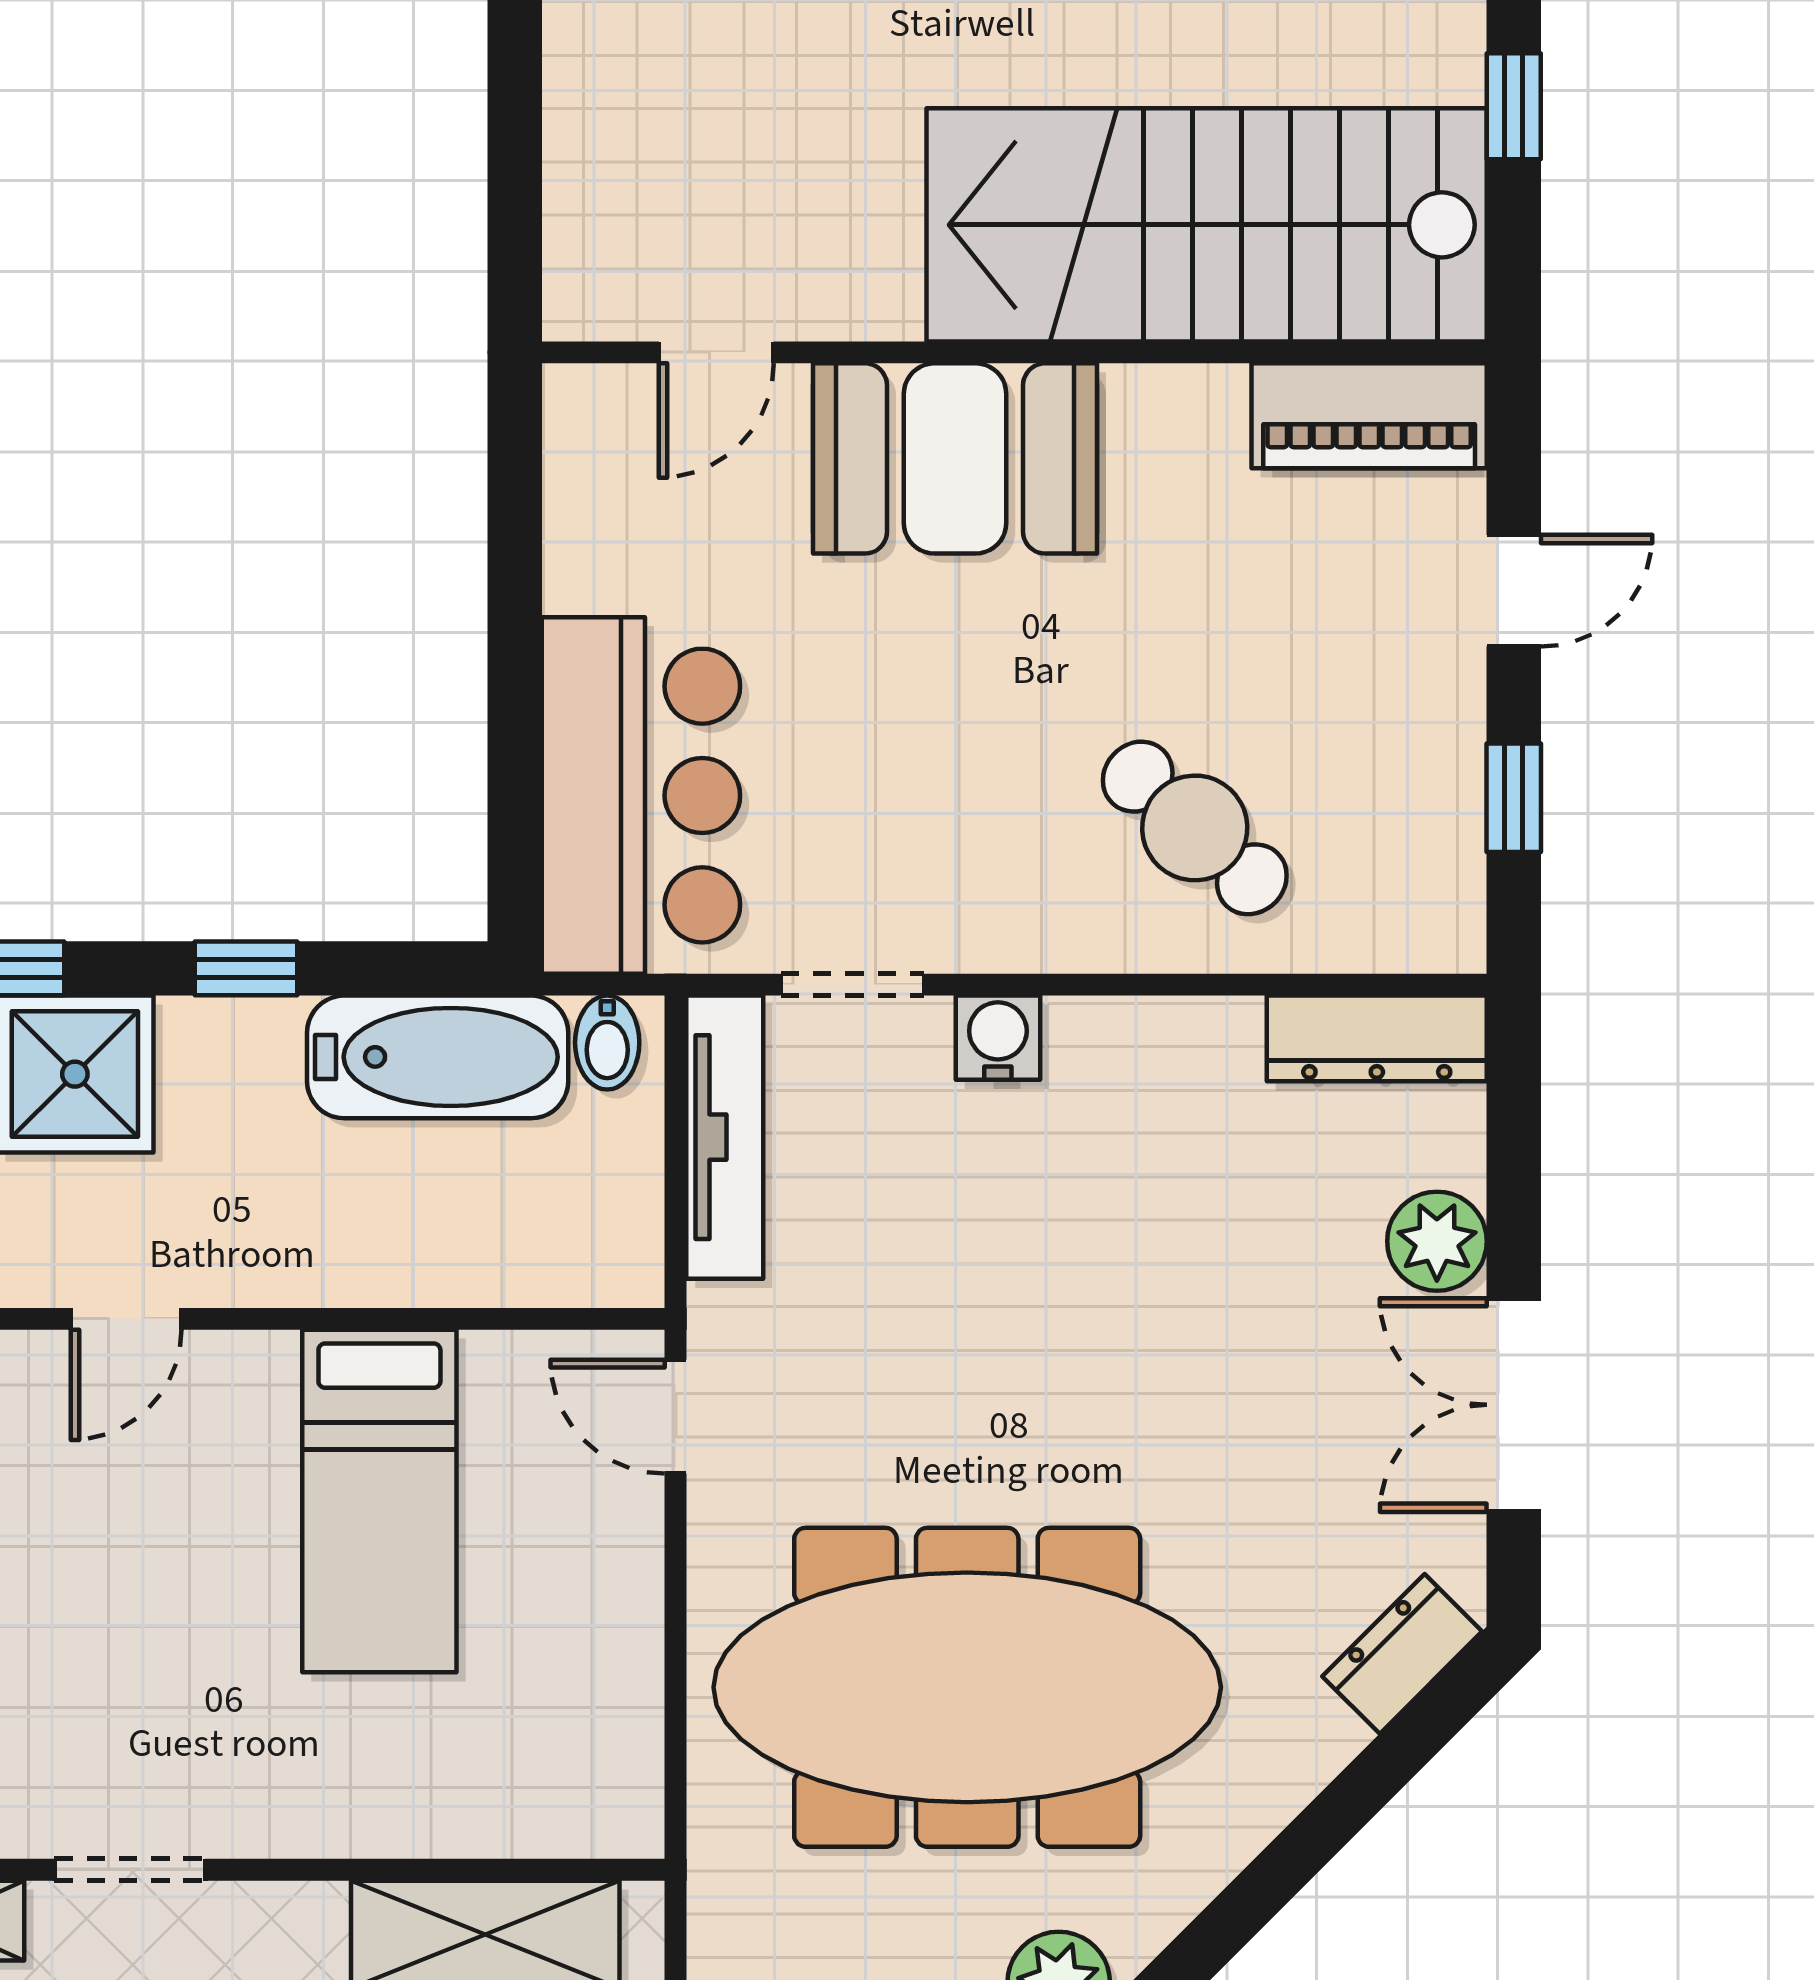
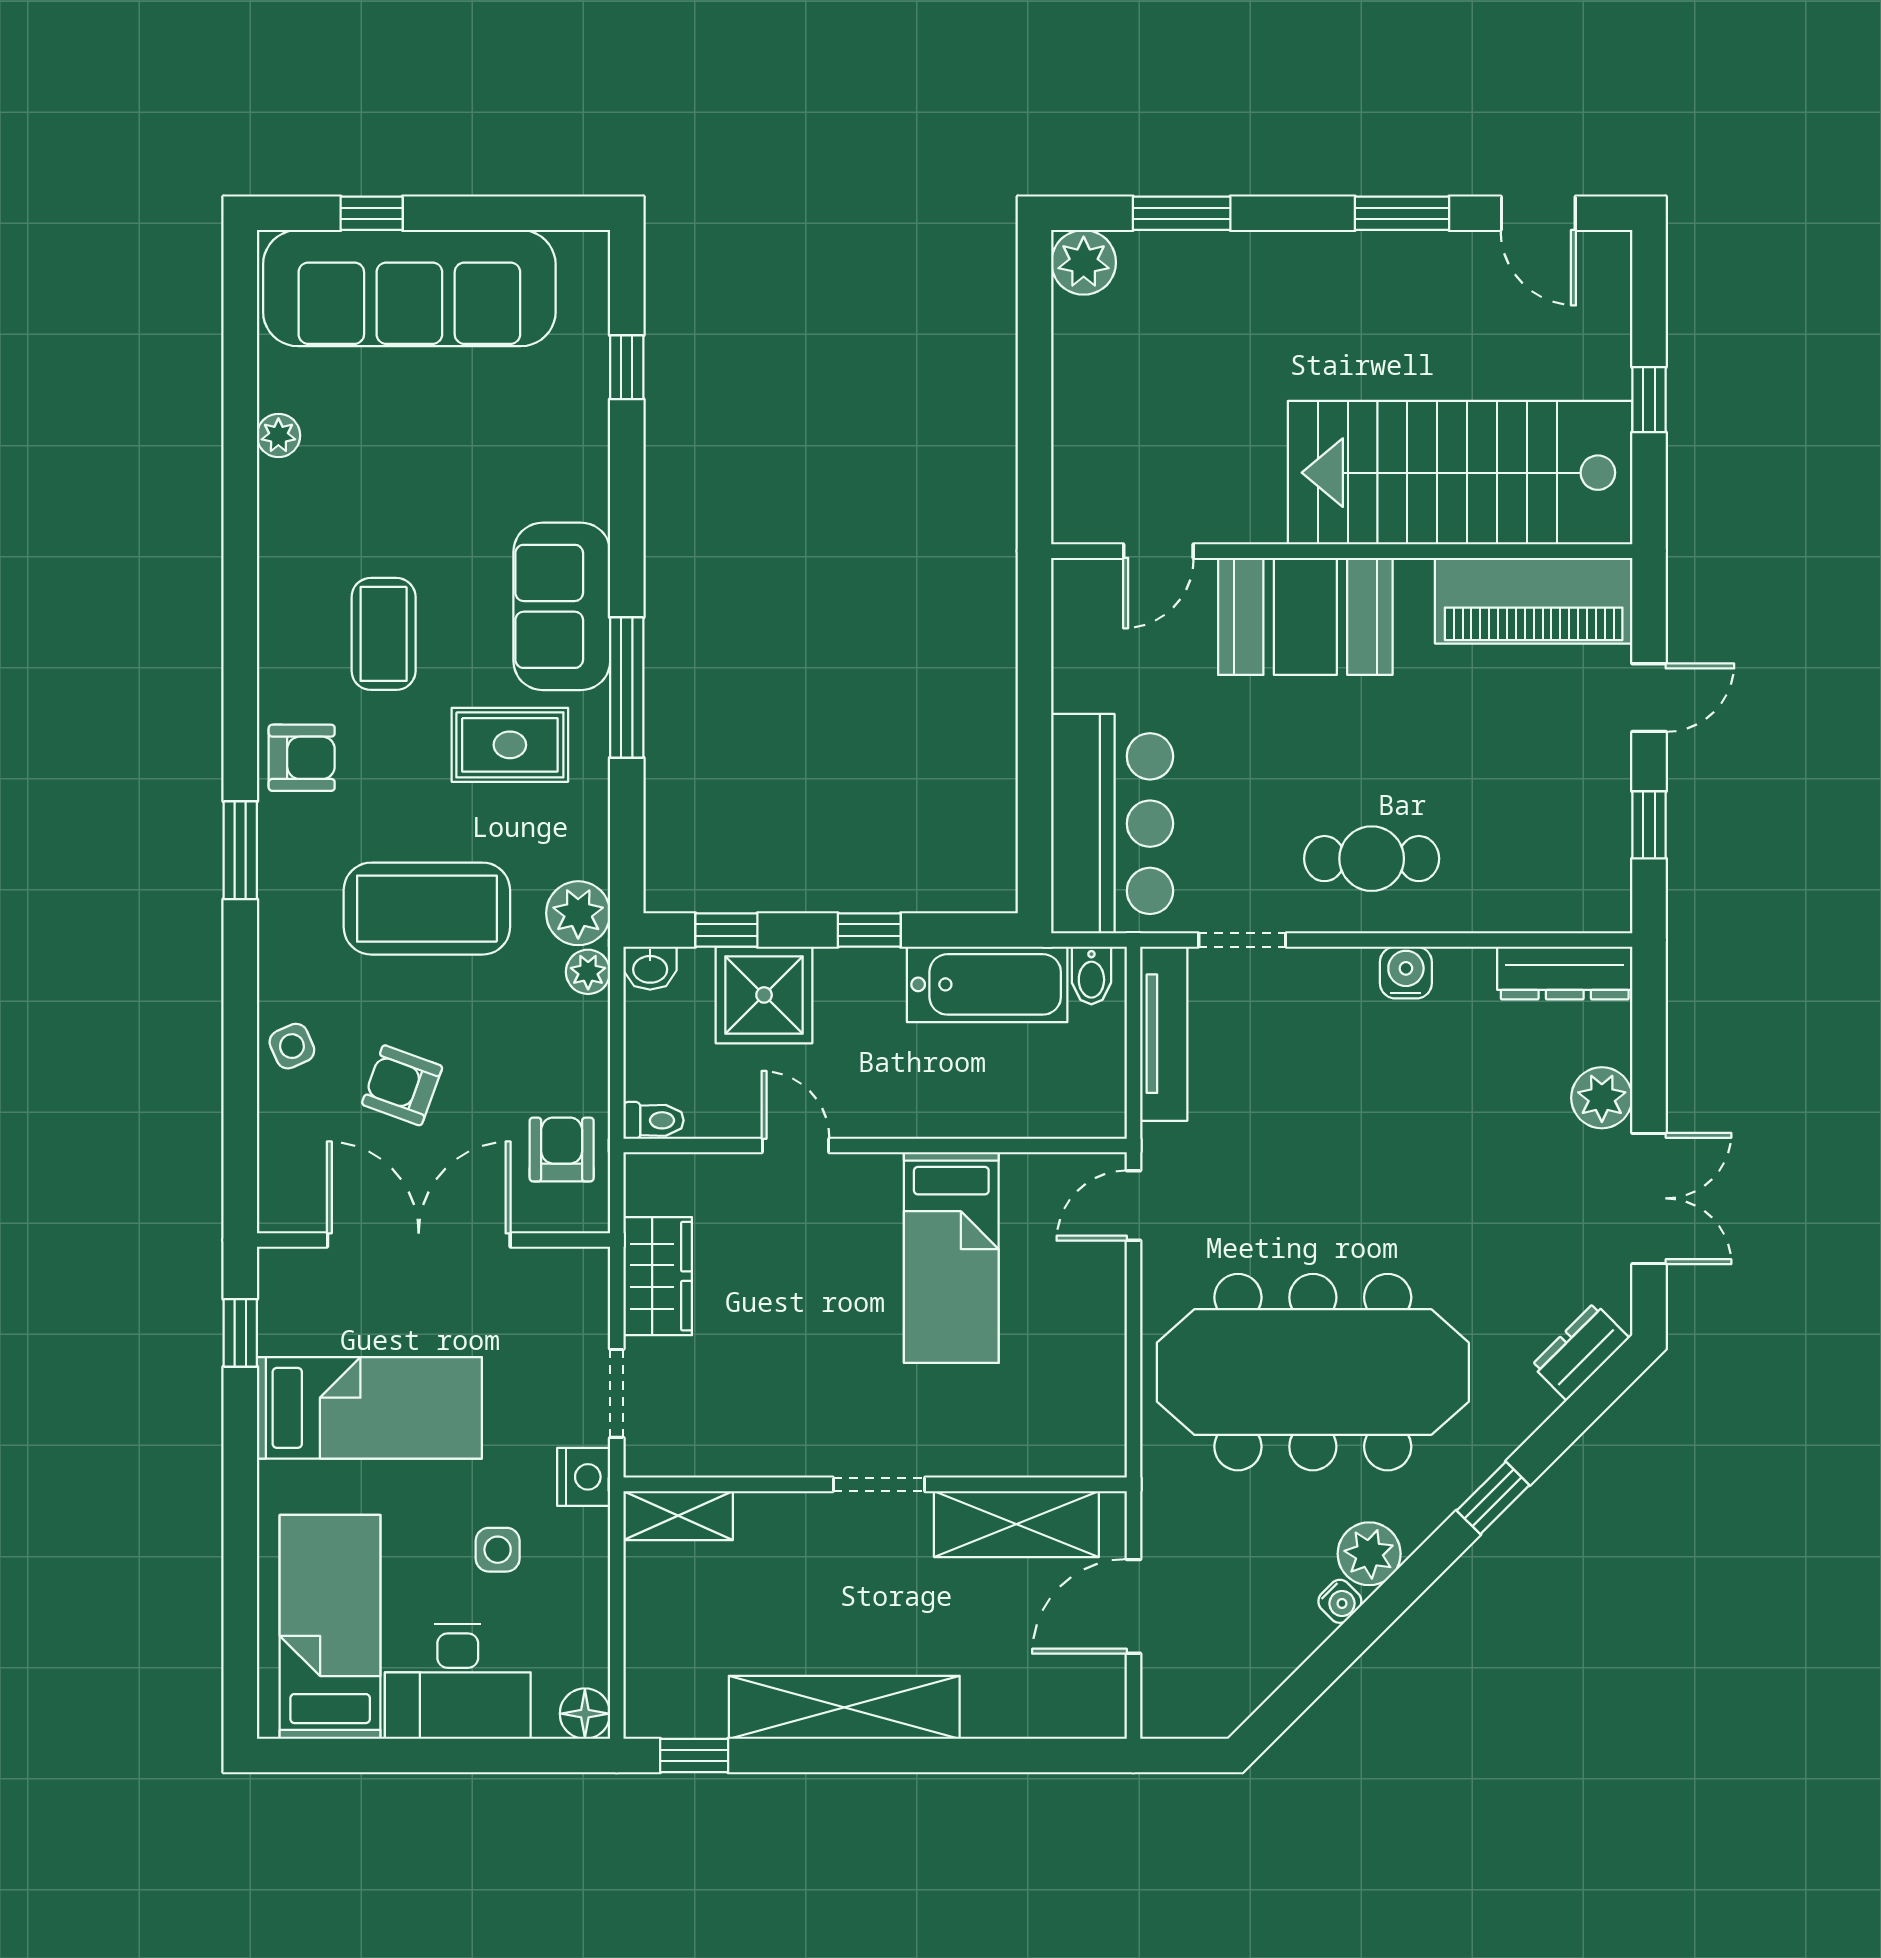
piano: (1369, 416) -> (1534, 601), width x1.37, depth x1.33
cafe table: (1195, 828) -> (1372, 859), moved, turned -42
water cooler: (998, 1038) -> (1406, 973), moved
door: (126, 1319) -> (796, 1145), swing flipped
double door: (1514, 1405) -> (1649, 1198), swing flipped
door: (676, 1417) -> (1133, 1206), hinge flipped
doorway: (130, 1870) -> (879, 1484), moved
window: (1260, 1892) -> (1493, 1498), added

